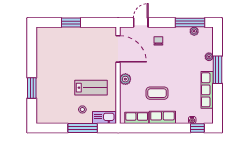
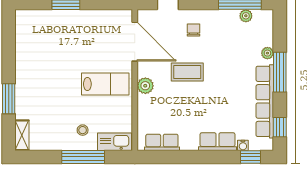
lab bench: (91, 88) -> (105, 84), moved
row of seats: (207, 90) -> (265, 101), width x1.36
coffee table: (157, 93) -> (187, 72), moved
window: (217, 107) -> (280, 127), added
shelving: (41, 113) -> (22, 135), added
row of seats: (162, 117) -> (217, 142), moved

